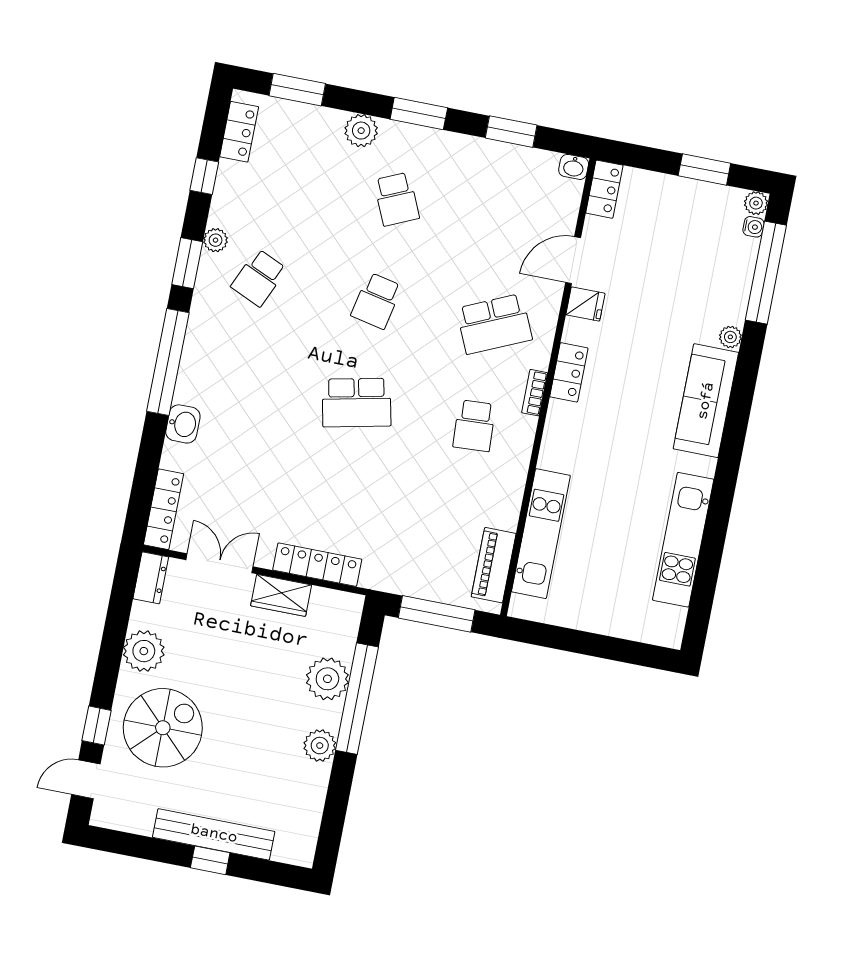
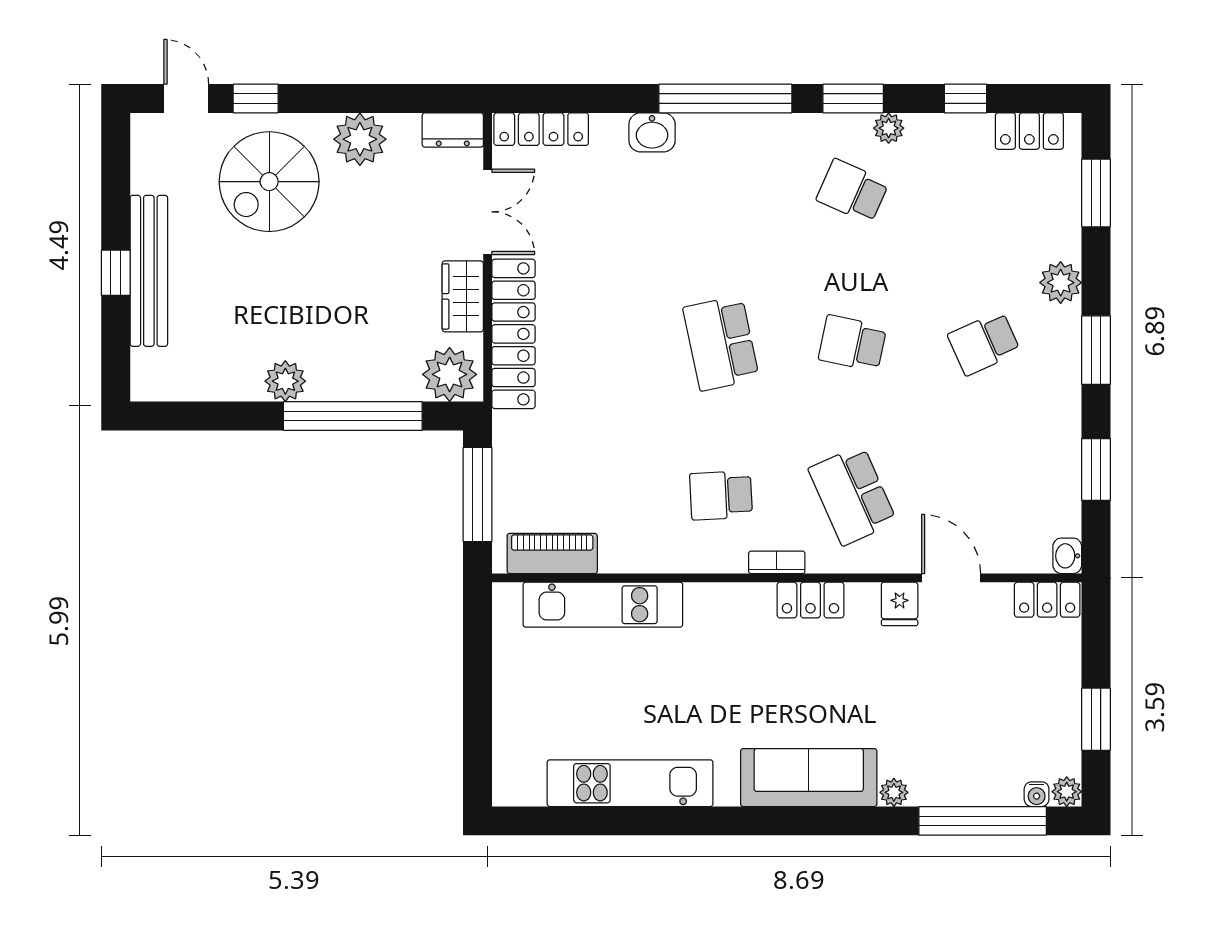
locker: (317, 565) -> (513, 334), width x1.41, depth x1.21
plant: (327, 679) -> (450, 374), moved
spiral stairs: (163, 728) -> (269, 182), turned 90

